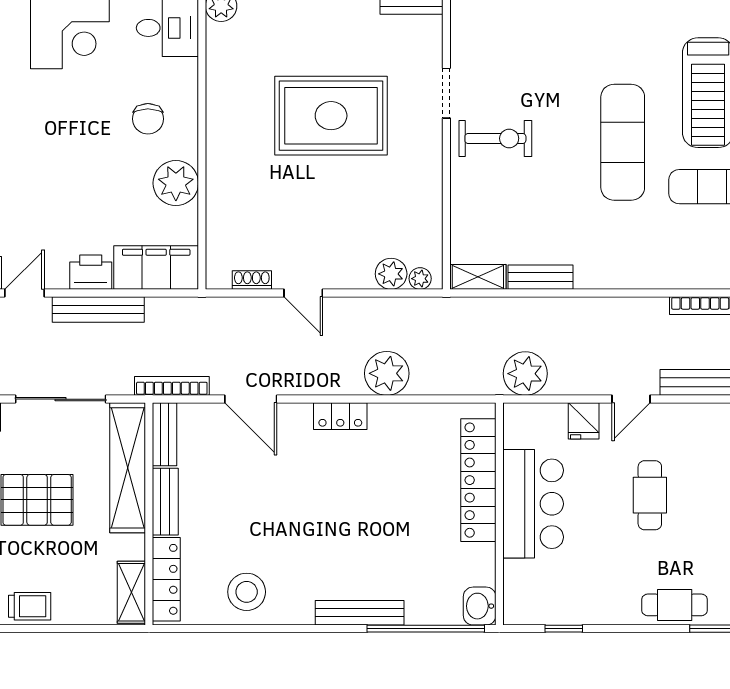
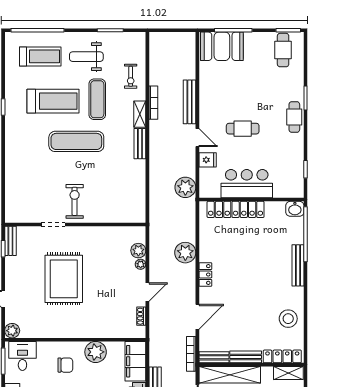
shelving: (478, 277) -> (140, 114), moved
bench: (541, 277) -> (140, 144), moved
plant: (420, 279) -> (141, 264), moved

